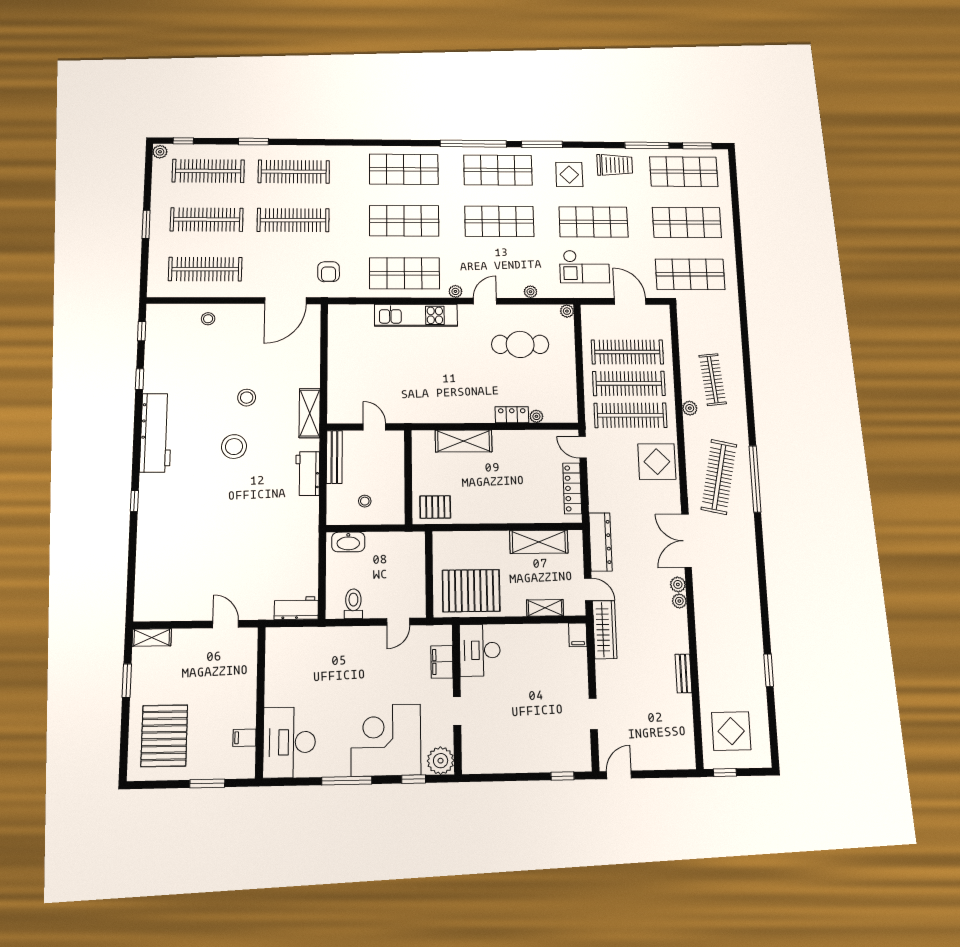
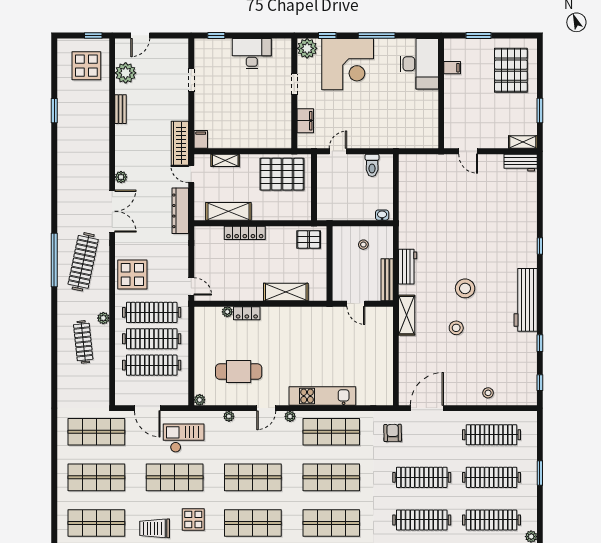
locker: (572, 488) -> (245, 233), moved, turned 90
washbasin: (348, 542) -> (382, 215), width x0.52, depth x0.69
plant: (679, 601) -> (126, 73), moved, width x1.87, depth x1.87
workbench: (296, 608) -> (521, 163), moved
desk: (480, 650) -> (252, 54), moved, turned -90
door: (619, 775) -> (140, 35), moved

